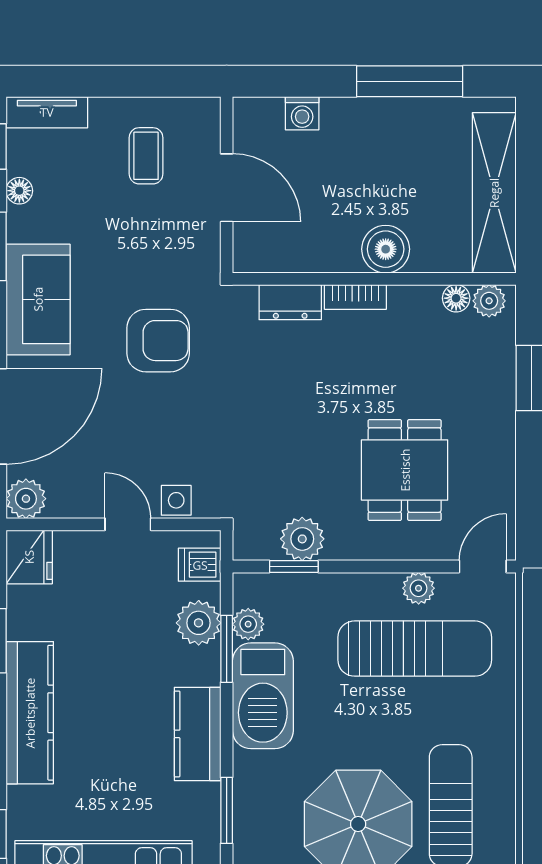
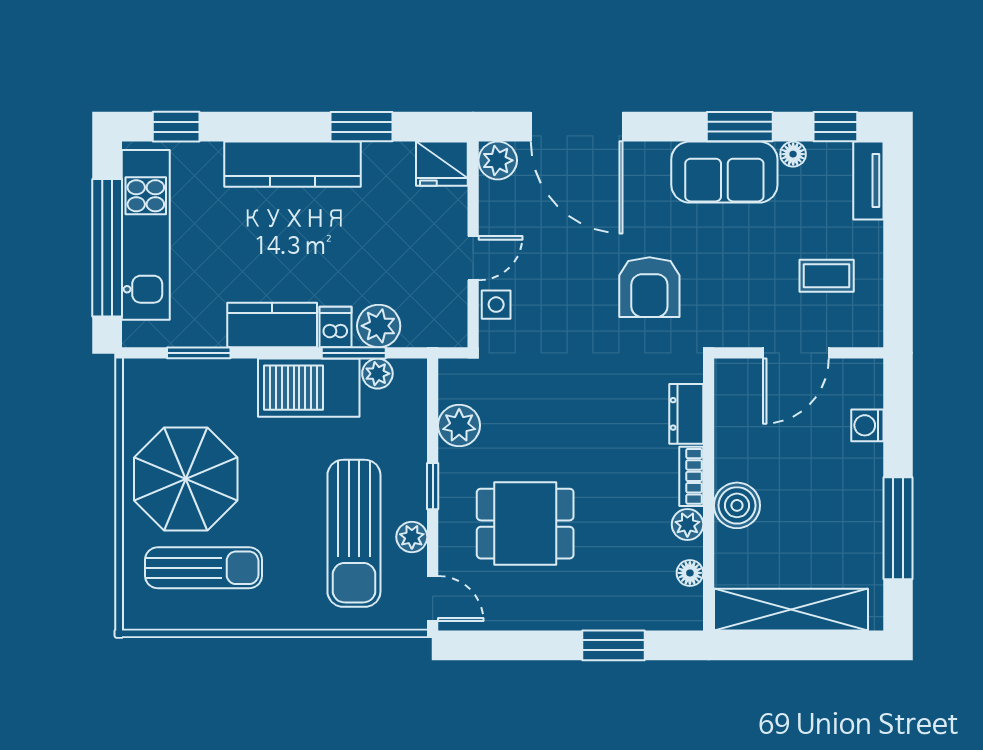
sofa: (38, 299) -> (724, 172), moved
plant: (489, 301) -> (687, 525), moved
dishwasher: (200, 565) -> (336, 327), moved
window: (294, 567) -> (433, 486), moved

